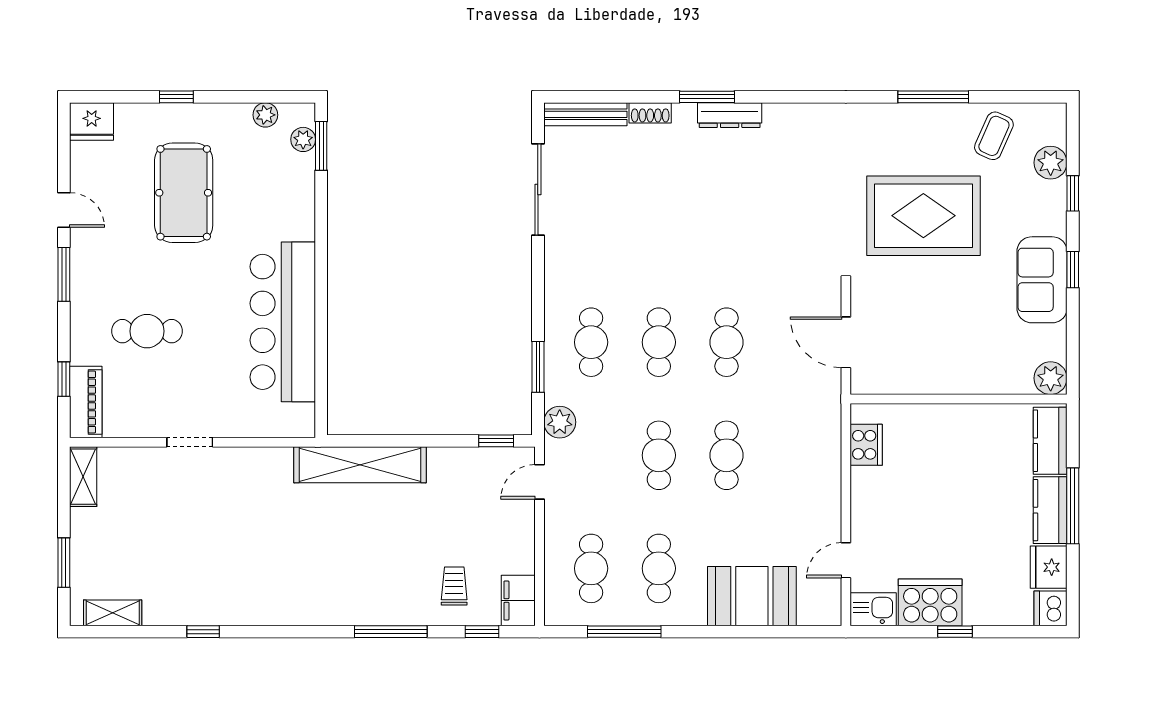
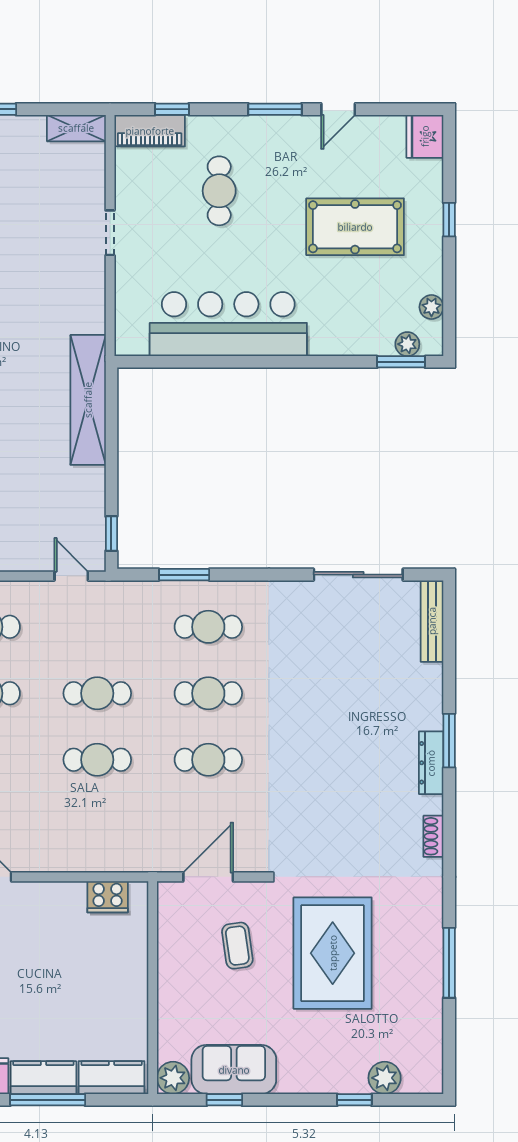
shoe rack: (650, 113) -> (433, 836), moved
coffee table: (994, 136) -> (237, 946), moved, turned 58
window: (1073, 270) -> (224, 1100), moved
sofa: (1042, 280) -> (234, 1070), moved
plant: (560, 422) -> (130, 596), removed

